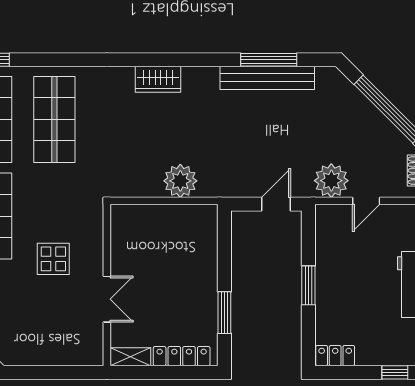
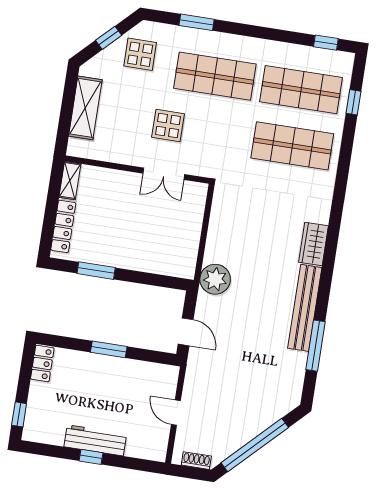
bench: (267, 78) -> (305, 308), moved
plant: (180, 181) -> (215, 279), moved
plant: (331, 181) -> (199, 384), removed
double door: (107, 299) -> (164, 174), moved
shelving: (48, 352) -> (85, 108), added

